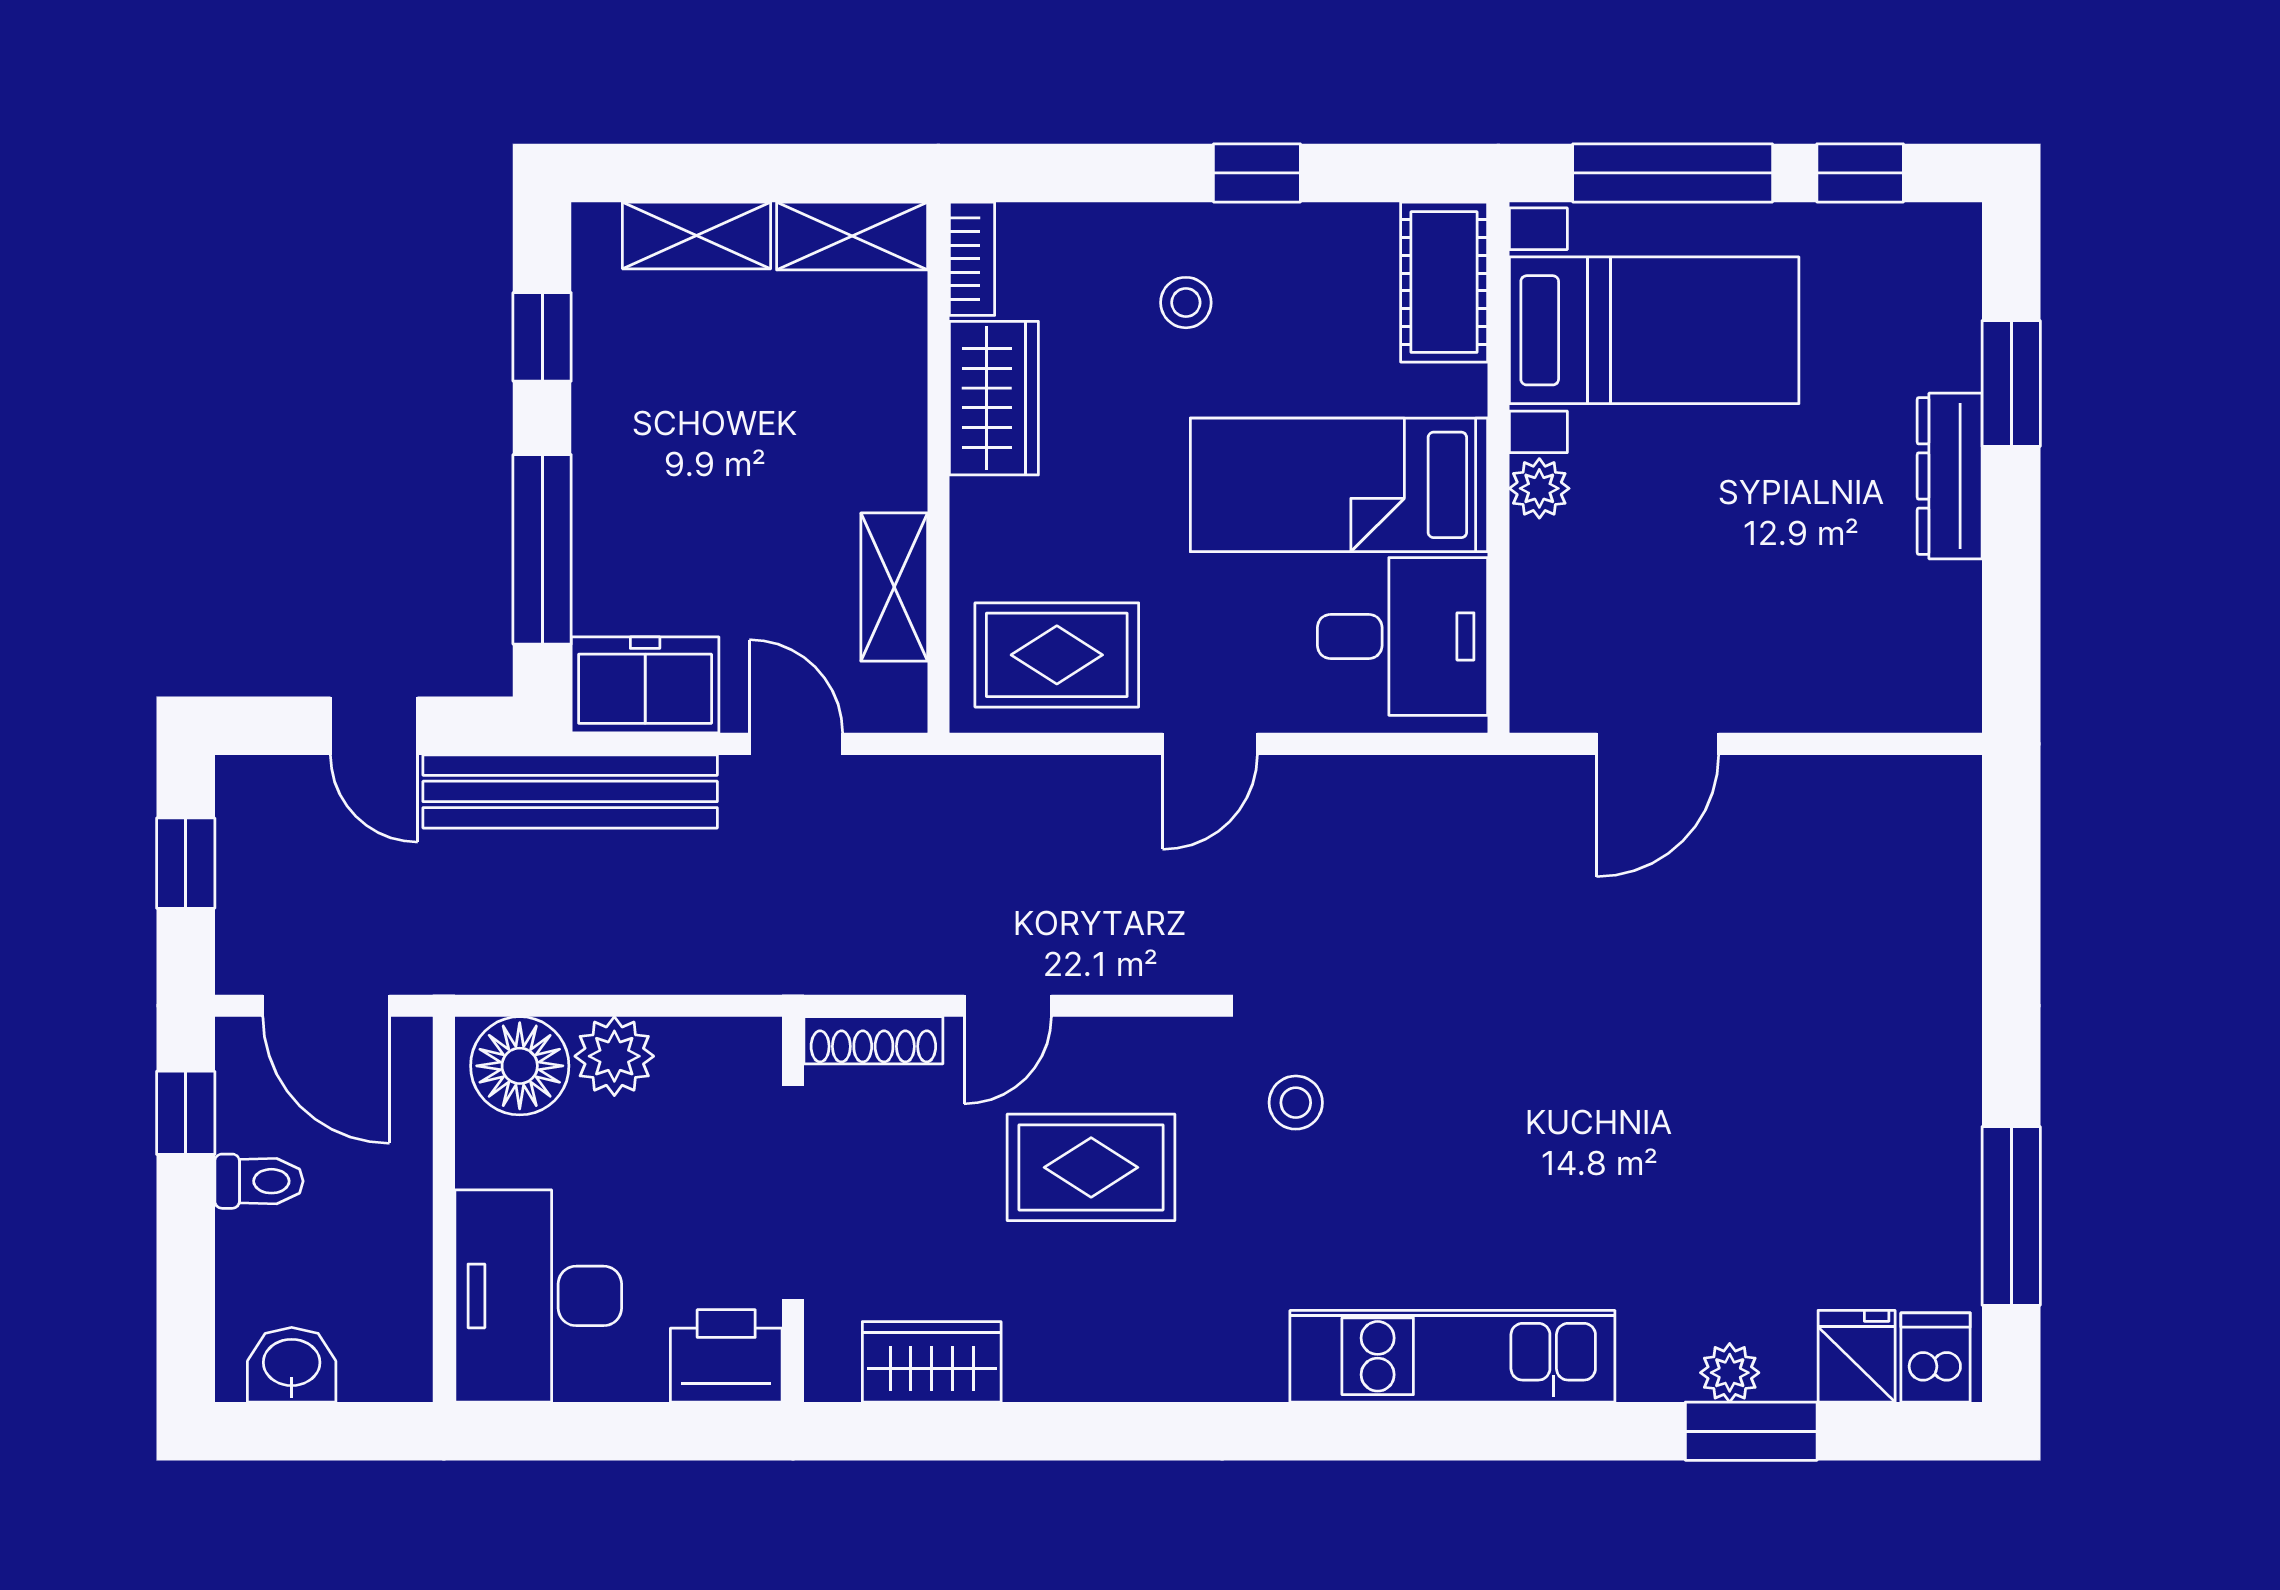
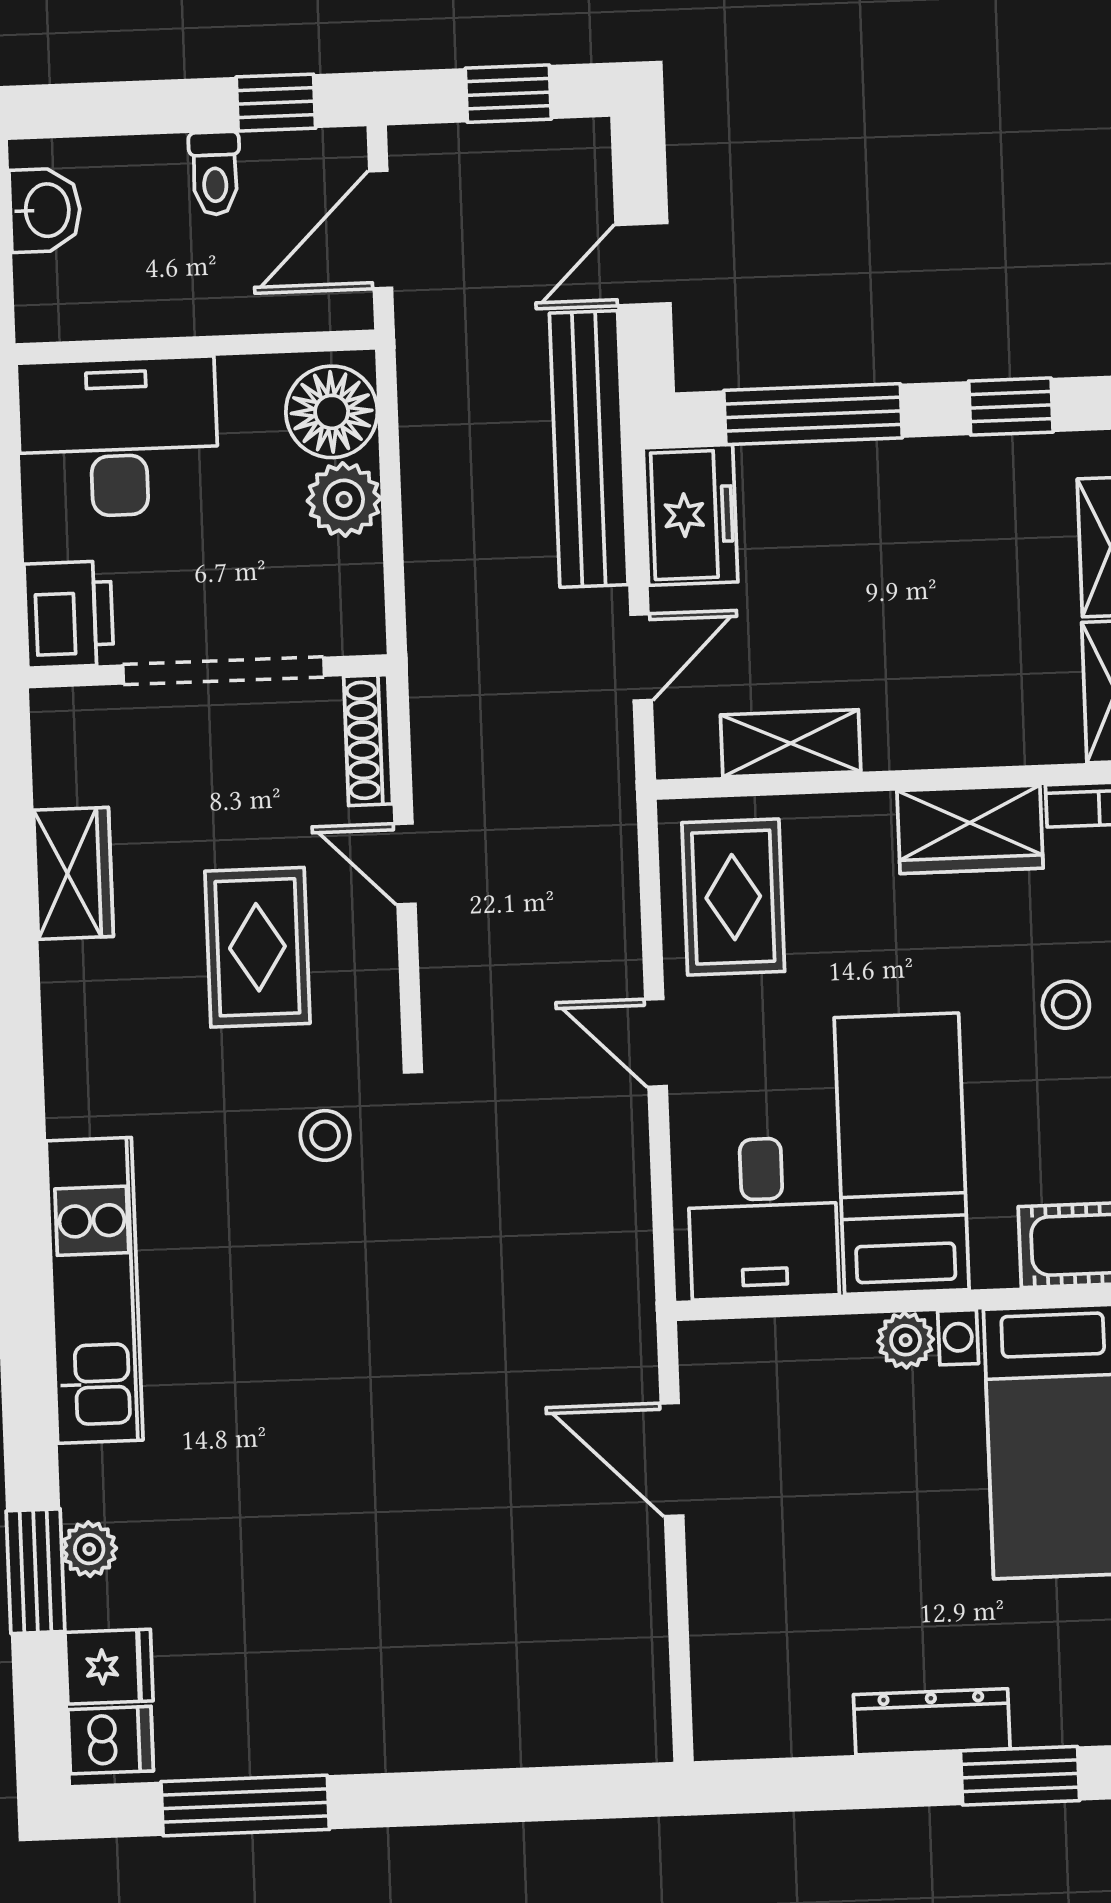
wardrobe: (932, 1362) -> (73, 873), moved

